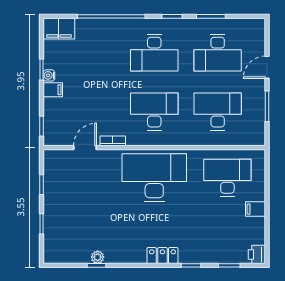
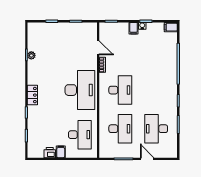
filing cabinet: (59, 29) -> (171, 27), width x0.50
desk: (154, 53) -> (156, 90), removed
printer: (257, 254) -> (50, 153), moved

